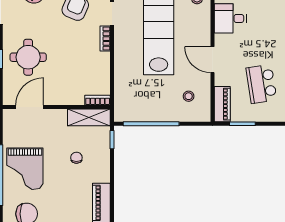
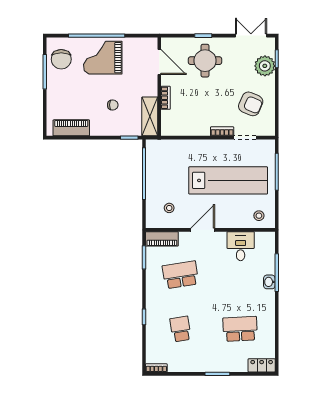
bookcase: (98, 100) -> (166, 98), moved

